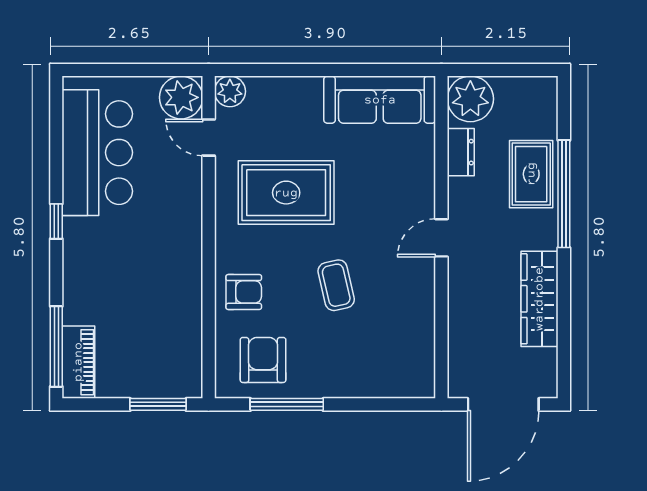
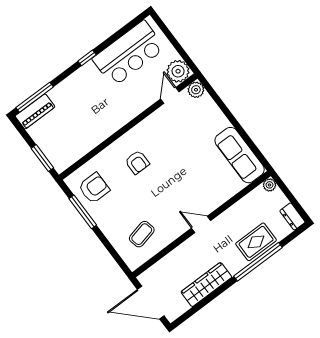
plant: (470, 99) -> (269, 185), width x0.53, depth x0.53
dresser: (461, 152) -> (292, 216), moved, turned 90
rug: (286, 193) -> (171, 145), removed
coffee table: (336, 285) -> (142, 234), moved
armchair: (244, 292) -> (137, 162), moved

